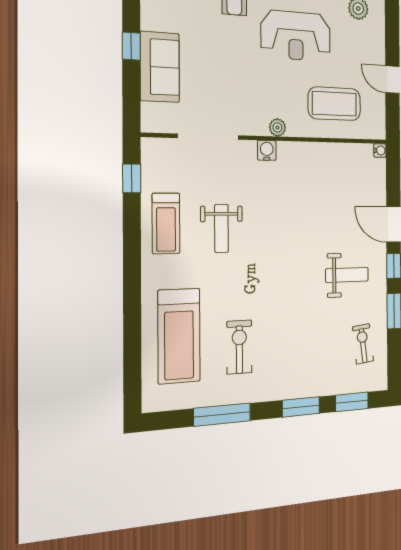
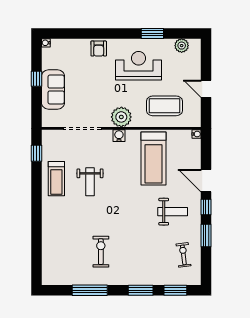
reception desk: (296, 36) -> (139, 66), turned 180
plant: (277, 127) -> (121, 117), width x1.88, depth x1.88
treadmill: (179, 336) -> (153, 158), moved

